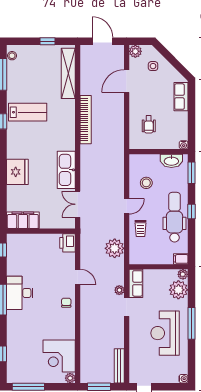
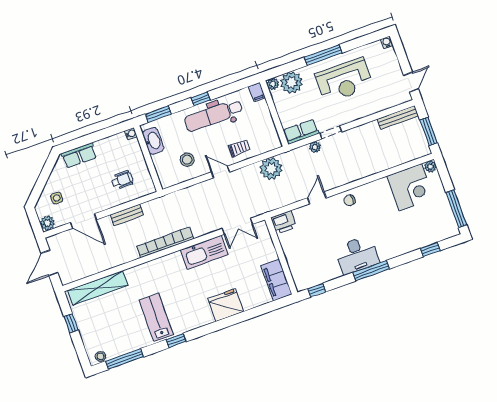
bench: (119, 118) -> (127, 215), added
bookcase: (86, 120) -> (165, 242), moved

